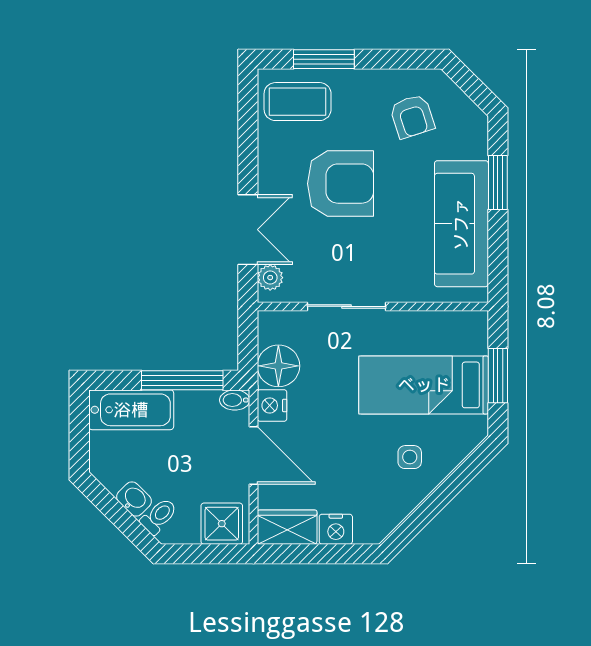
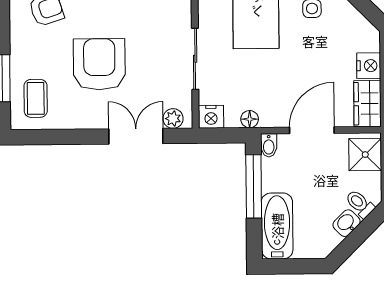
coffee table: (298, 102) -> (36, 98), width x0.73, depth x0.77
floor lamp: (278, 366) -> (250, 119), width x0.53, depth x0.53
nightstand: (272, 405) -> (211, 117), moved

